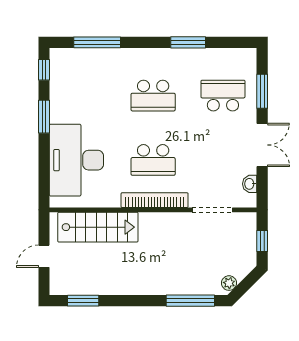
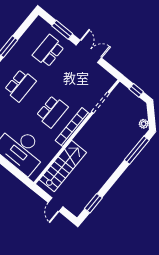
washbasin: (250, 184) -> (103, 73), removed

